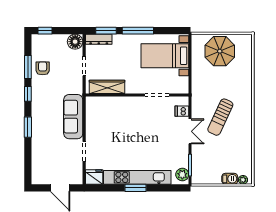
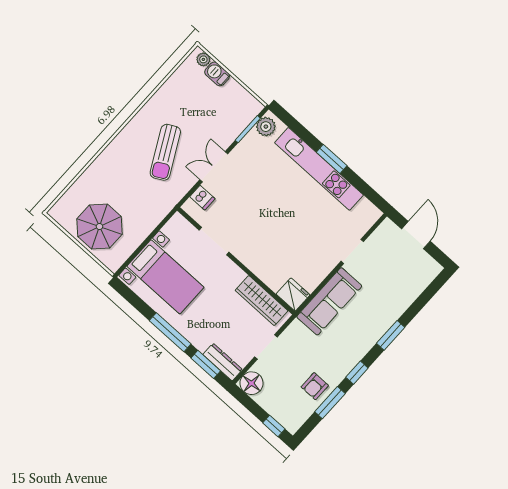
sun lounger: (220, 117) -> (165, 152), turned 127
fridge: (94, 177) -> (293, 294), moved, turned 180

